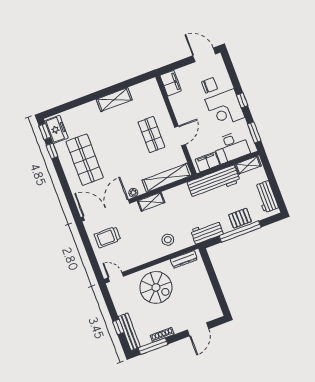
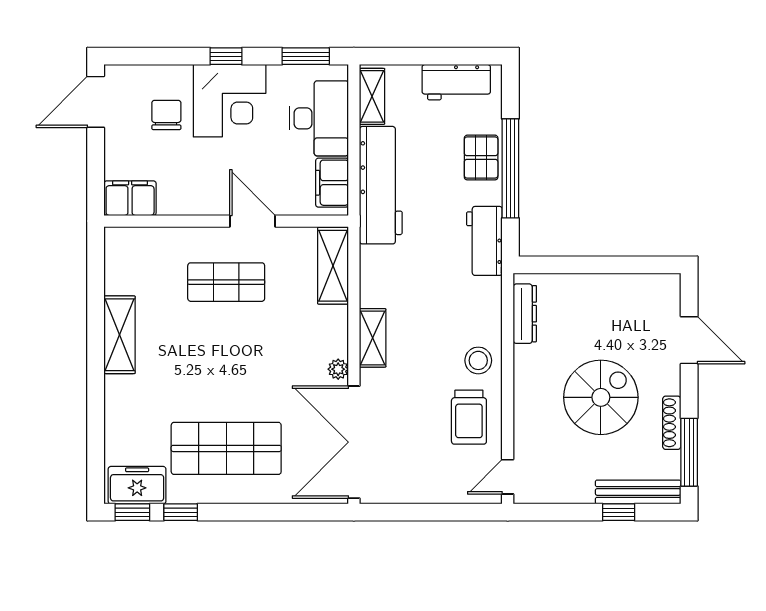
shelving: (167, 178) -> (333, 266), width x0.68
trolley: (107, 237) -> (469, 417), moved
stool: (168, 240) -> (478, 360), moved
spiral stairs: (156, 288) -> (601, 397), moved

